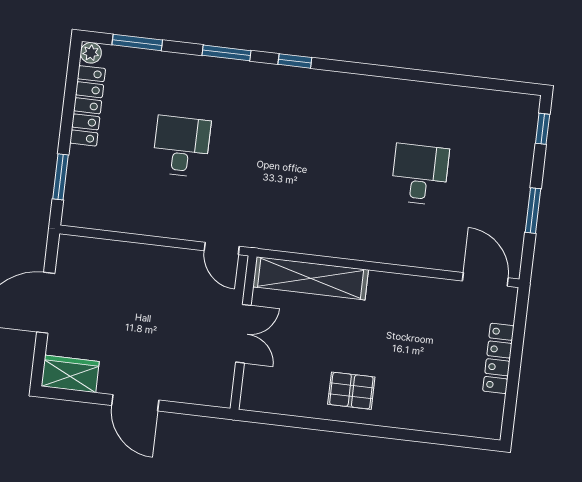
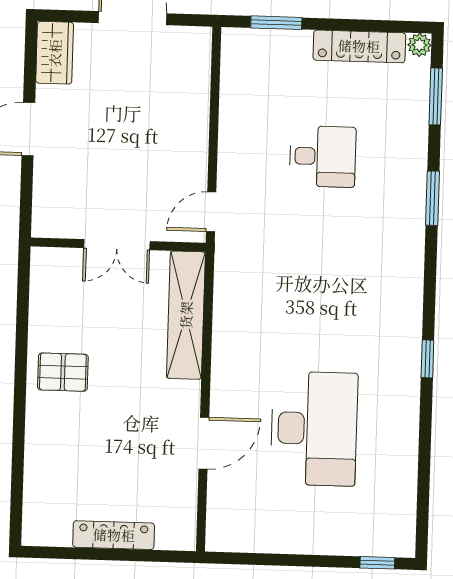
window: (295, 61) -> (427, 359), moved
desk: (420, 174) -> (314, 429), width x1.87, depth x1.30
window: (533, 211) -> (284, 560), removed
door: (485, 279) -> (204, 443), moved
pallet: (351, 391) -> (63, 372), turned 90

